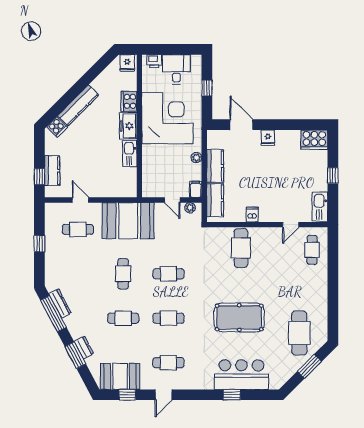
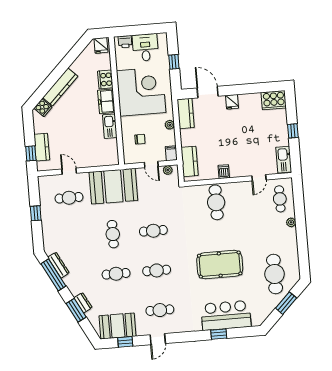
kitchen counter: (215, 166) -> (186, 113), moved
chair: (162, 171) -> (140, 139), added
plant: (322, 277) -> (291, 222), added

